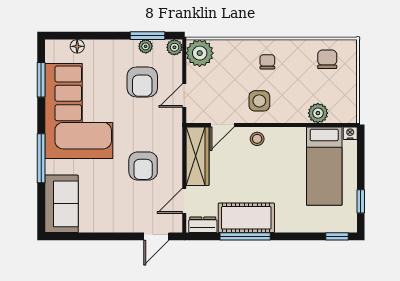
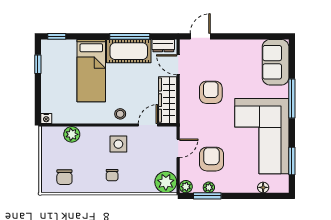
bed: (324, 166) -> (91, 71), moved, turned 180
door: (184, 201) -> (178, 65), swing flipped

